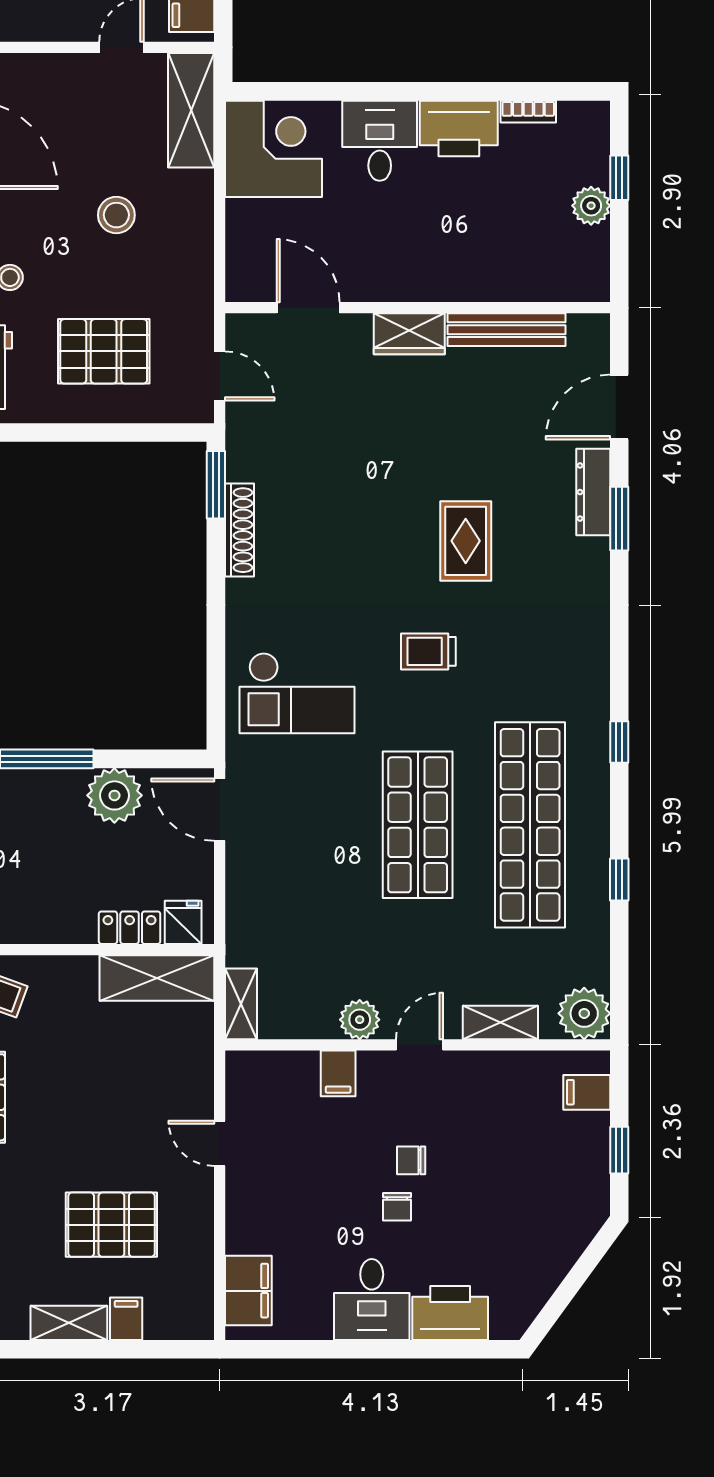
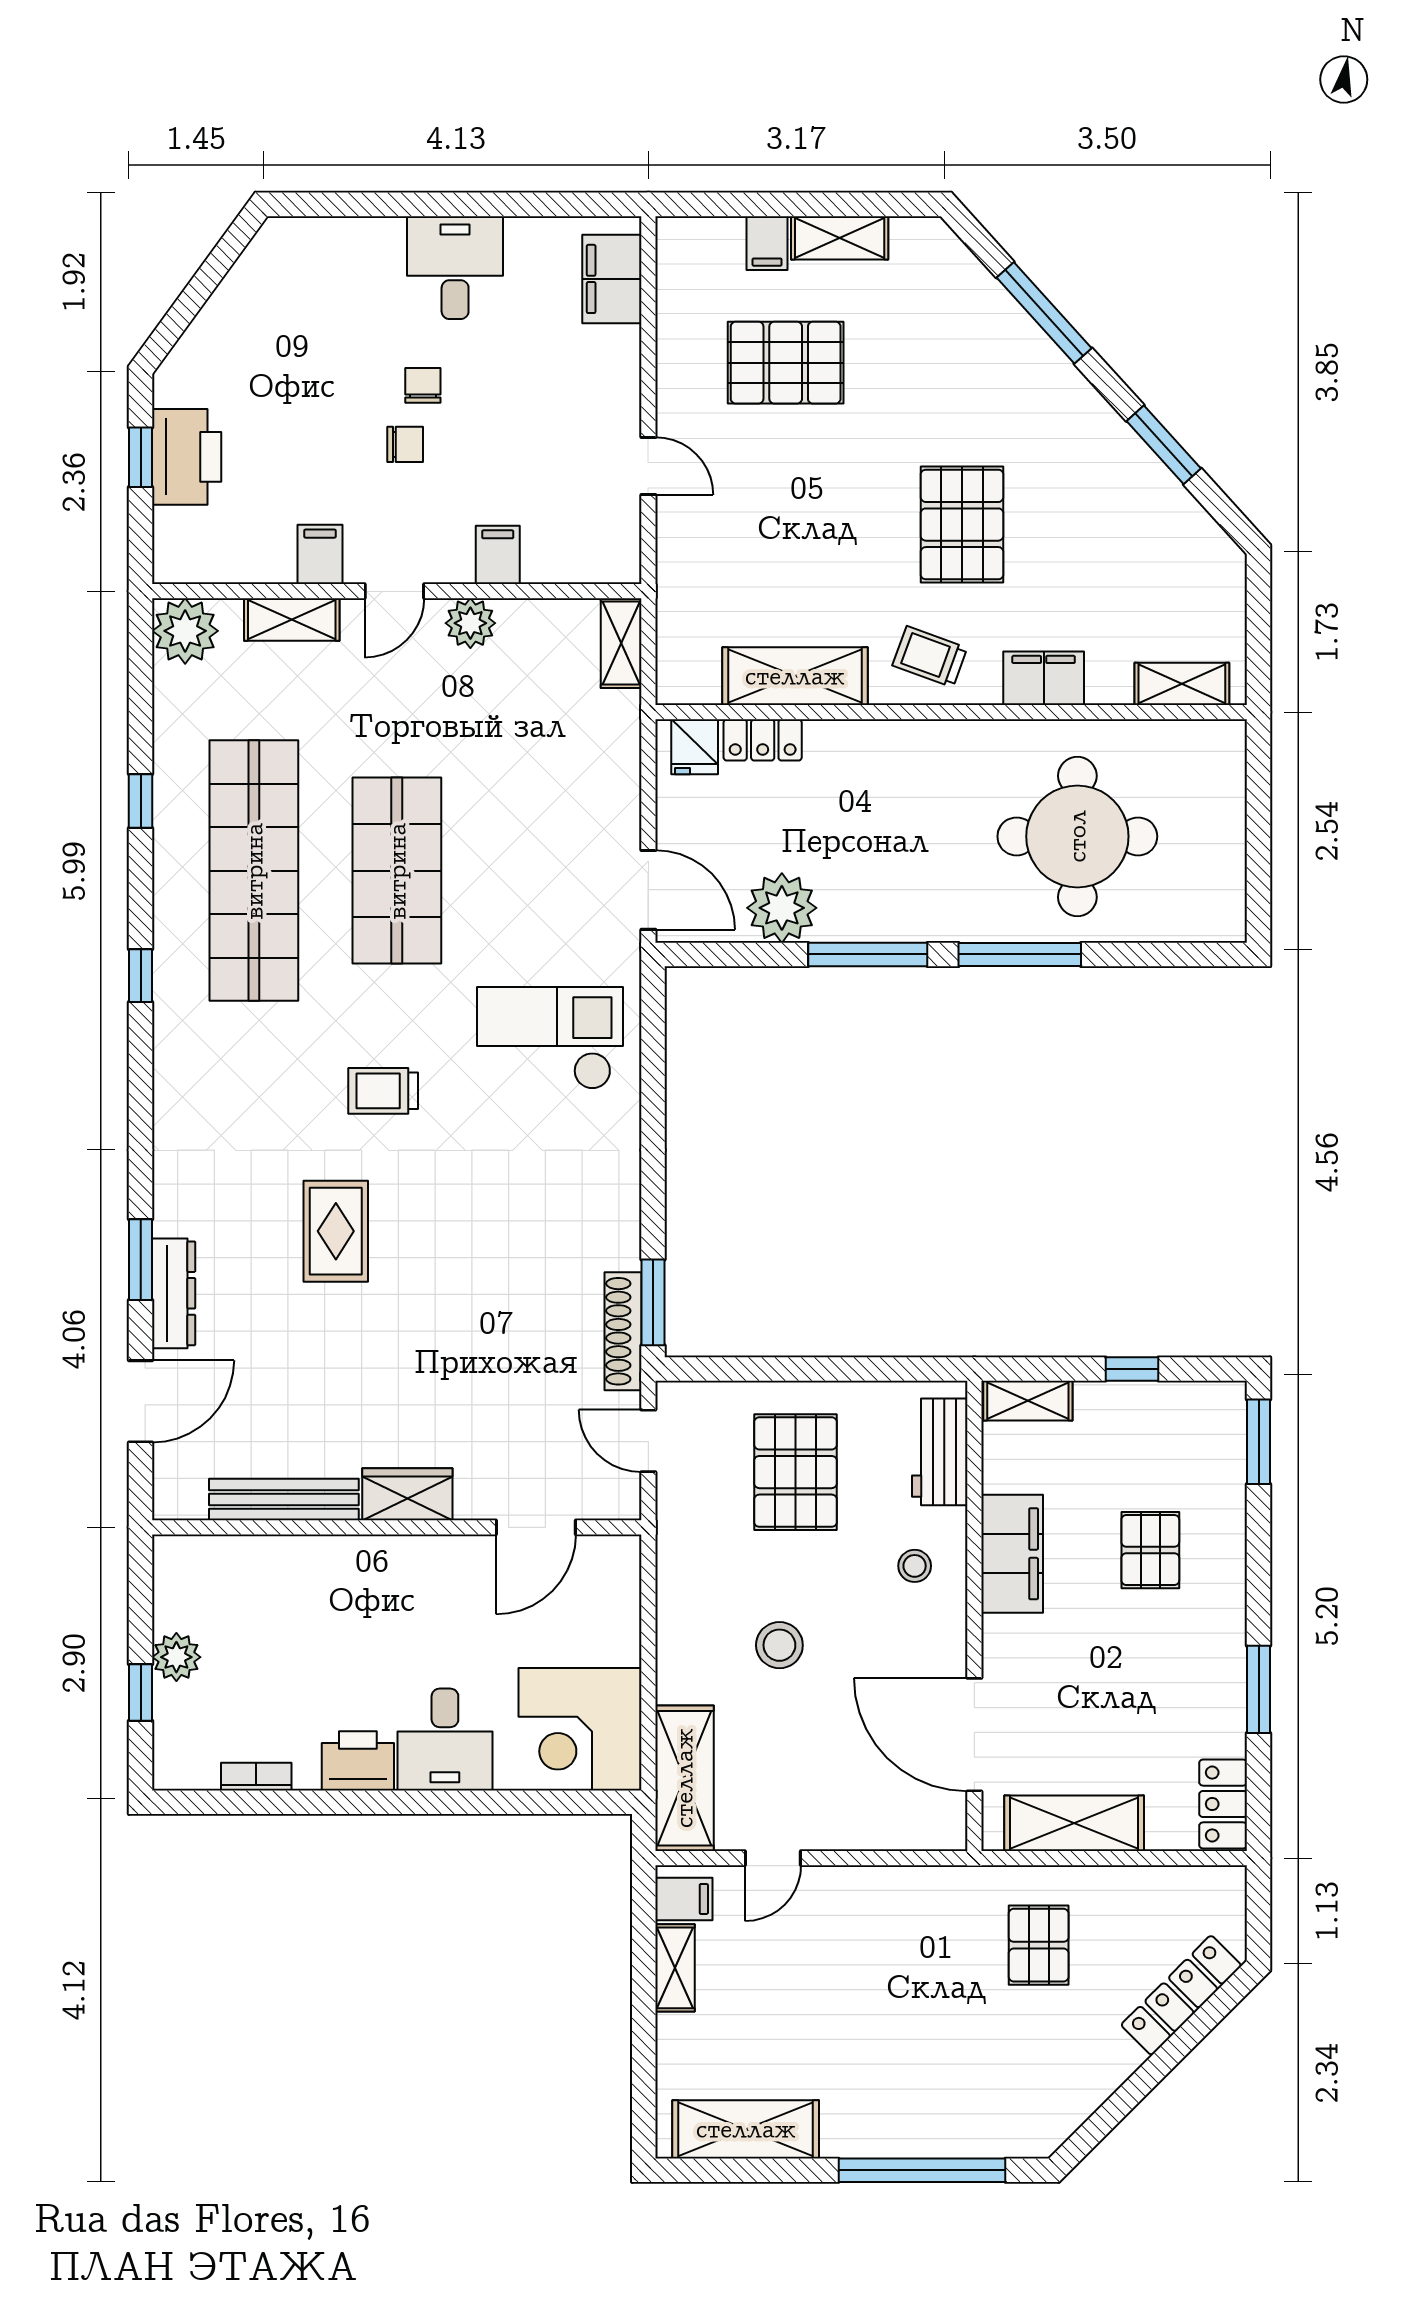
printer: (459, 128) -> (358, 1761), width x0.73, depth x0.84
door: (308, 308) -> (536, 1527), hinge flipped
pallet: (104, 351) -> (795, 1472), turned 90
shoe rack: (239, 530) -> (623, 1331), moved
trolley: (428, 651) -> (383, 1091), turned 180
shelving: (157, 978) -> (795, 676), moved
filing cabinet: (587, 1092) -> (320, 554), moved, turned -90
printer: (450, 1313) -> (187, 457), moved, turned -90

